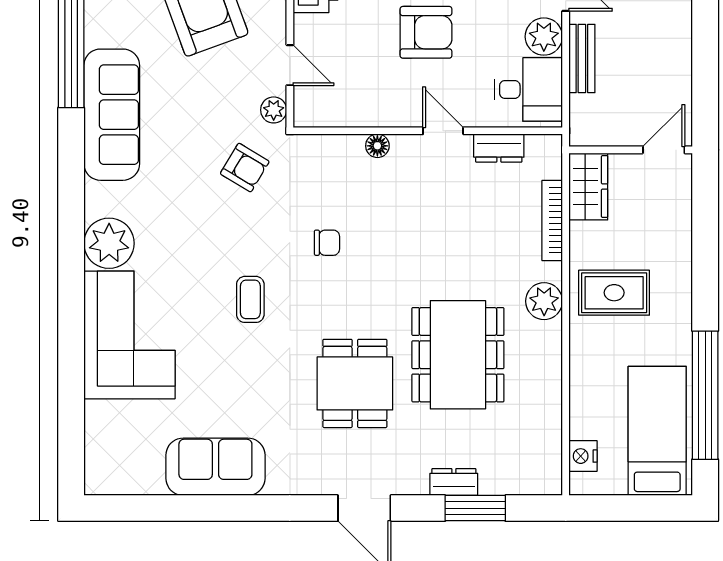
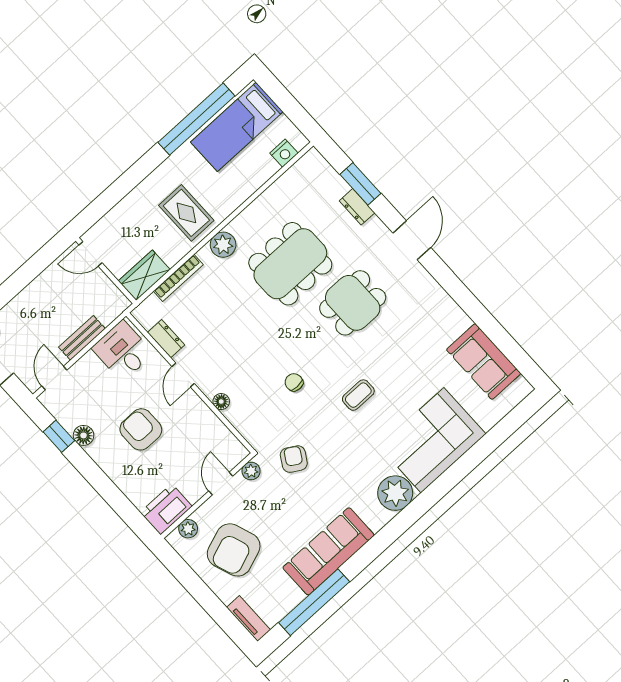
plant: (544, 37) -> (88, 367), removed
sofa: (215, 467) -> (484, 362), moved

